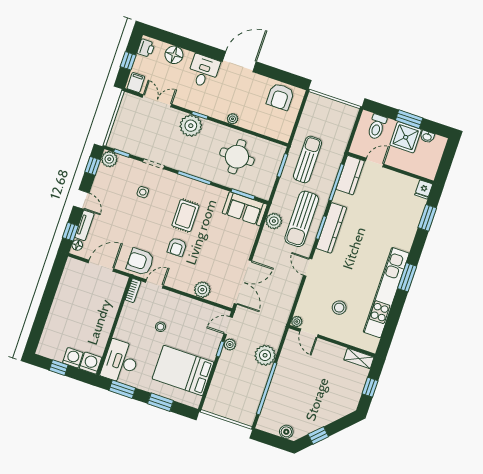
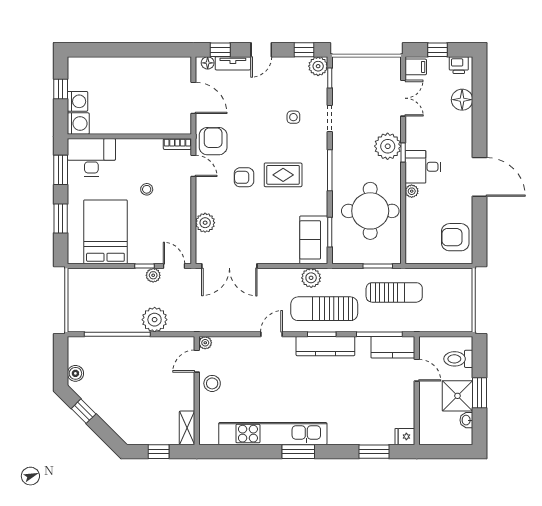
desk: (204, 71) -> (423, 167), moved, turned 180
round table: (237, 157) -> (370, 211), width x1.36, depth x1.36
stool: (339, 308) -> (212, 383), moved

